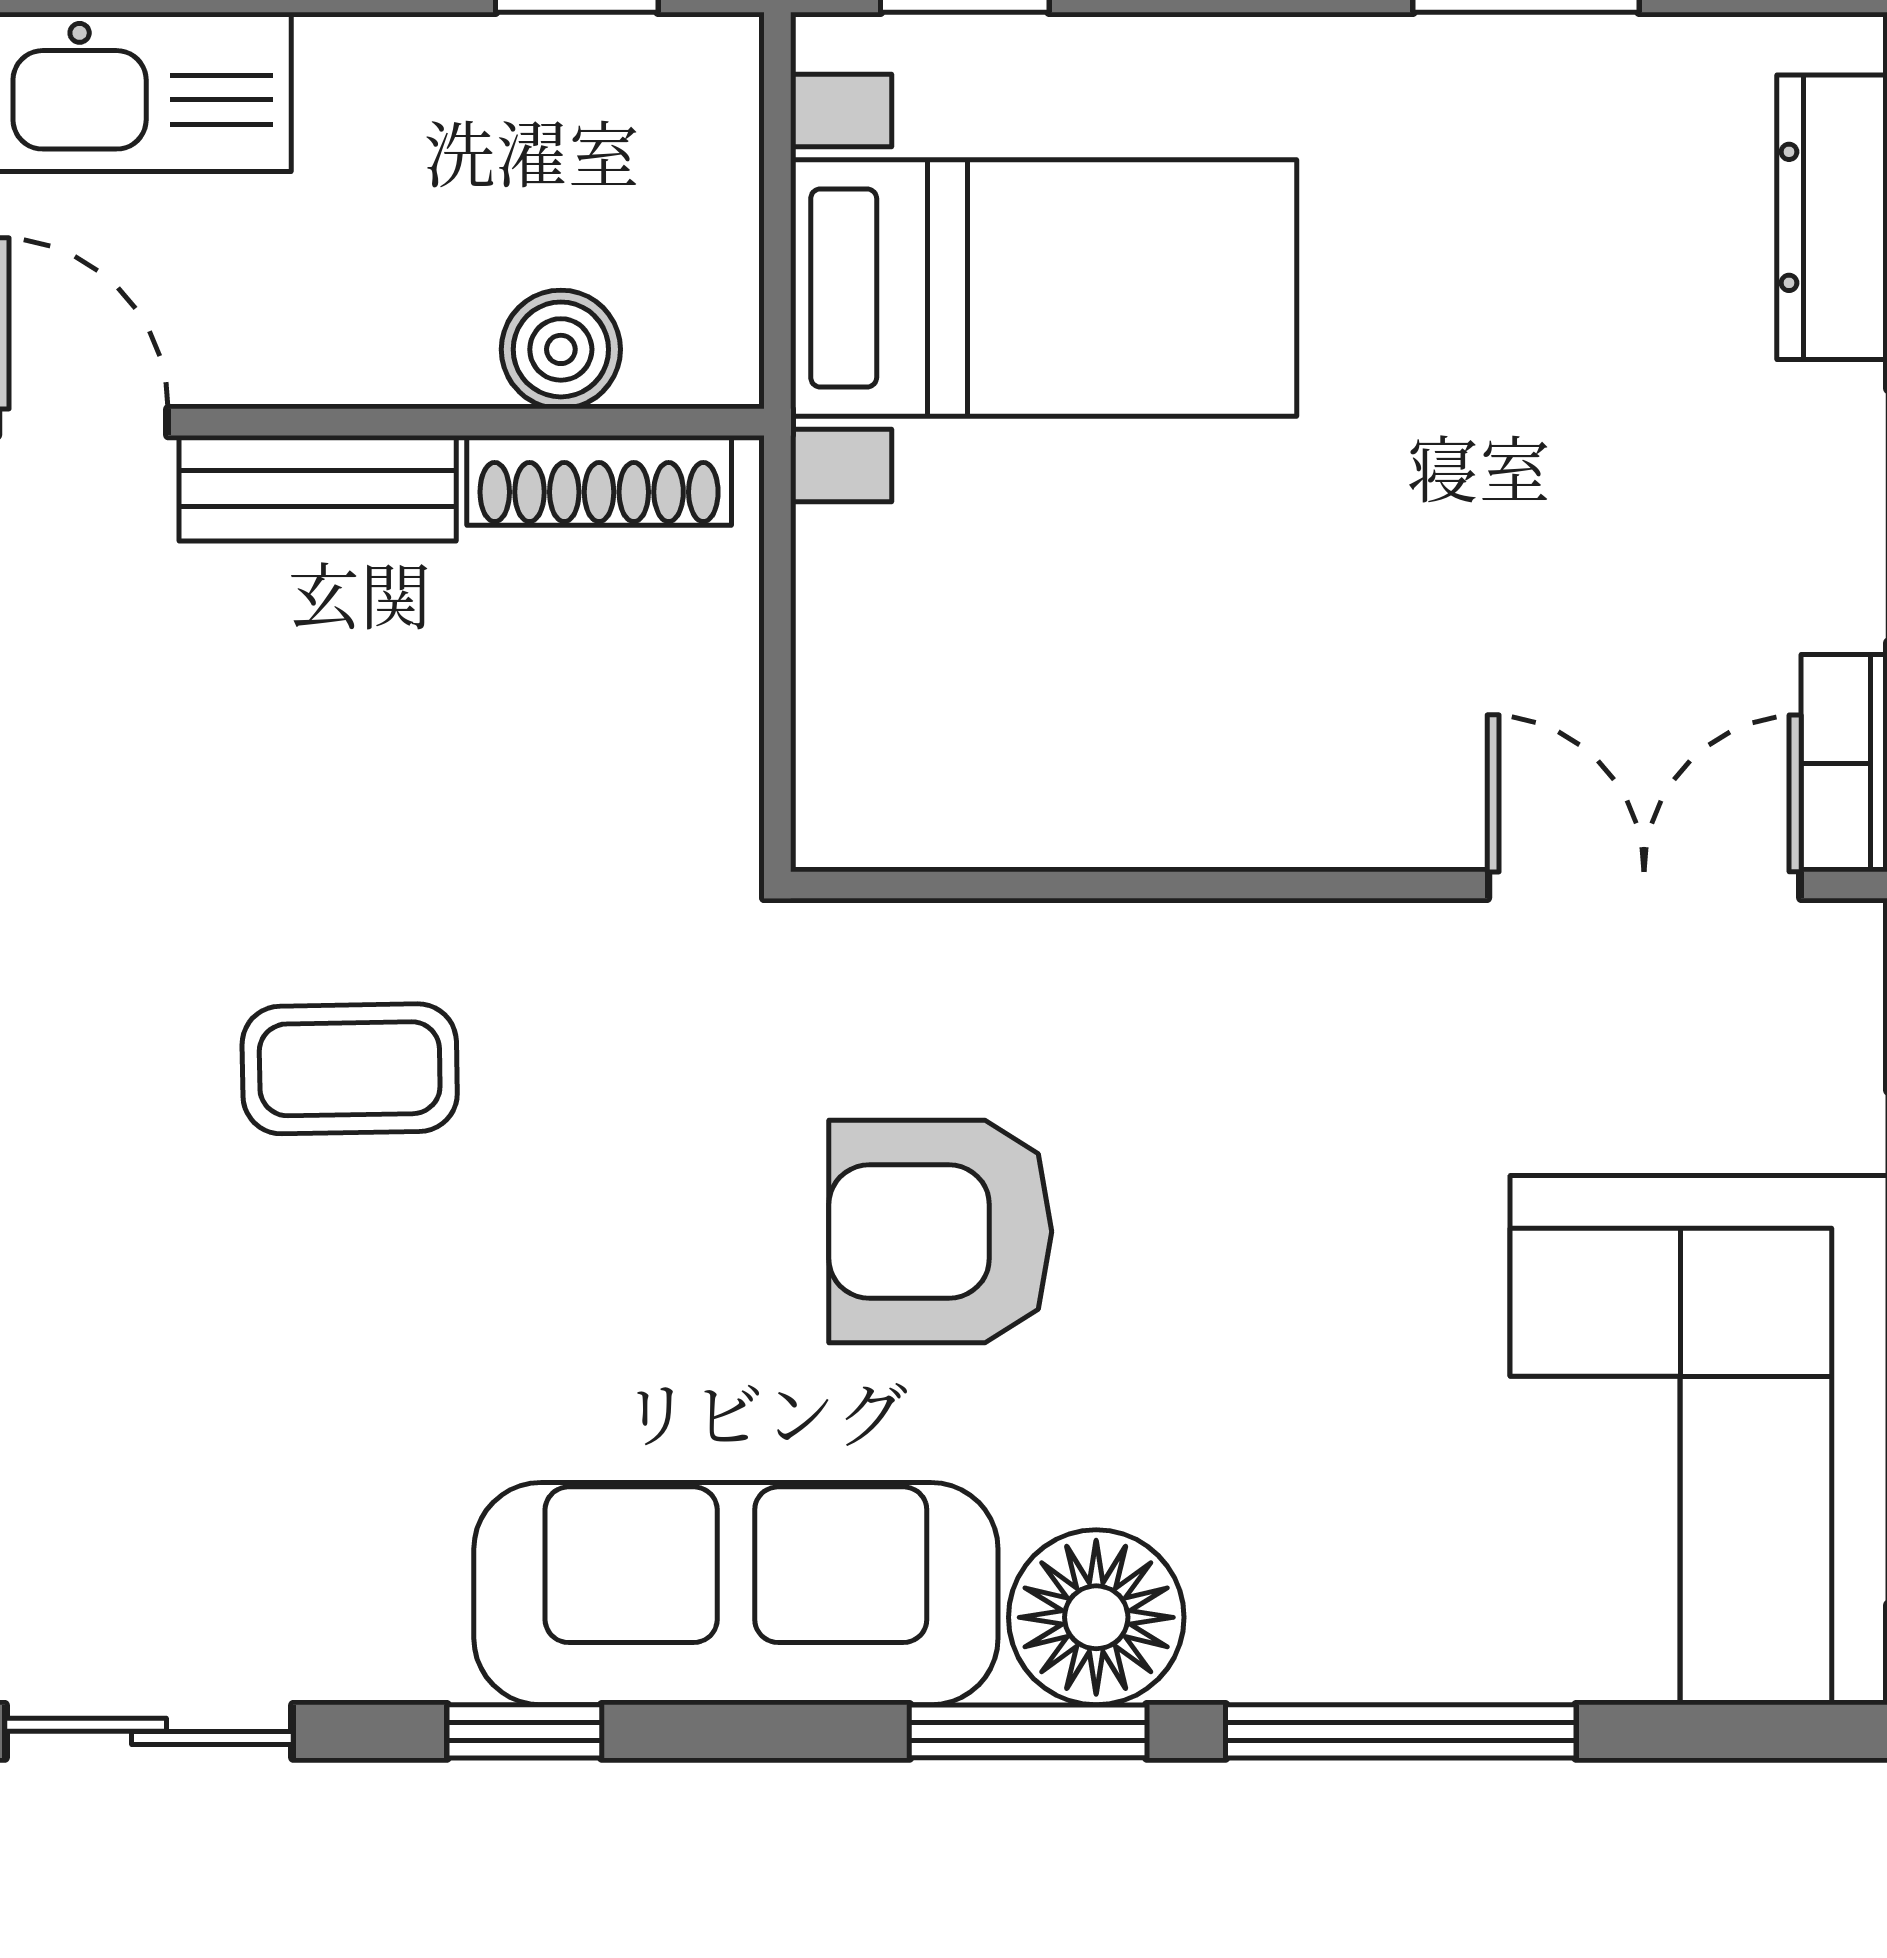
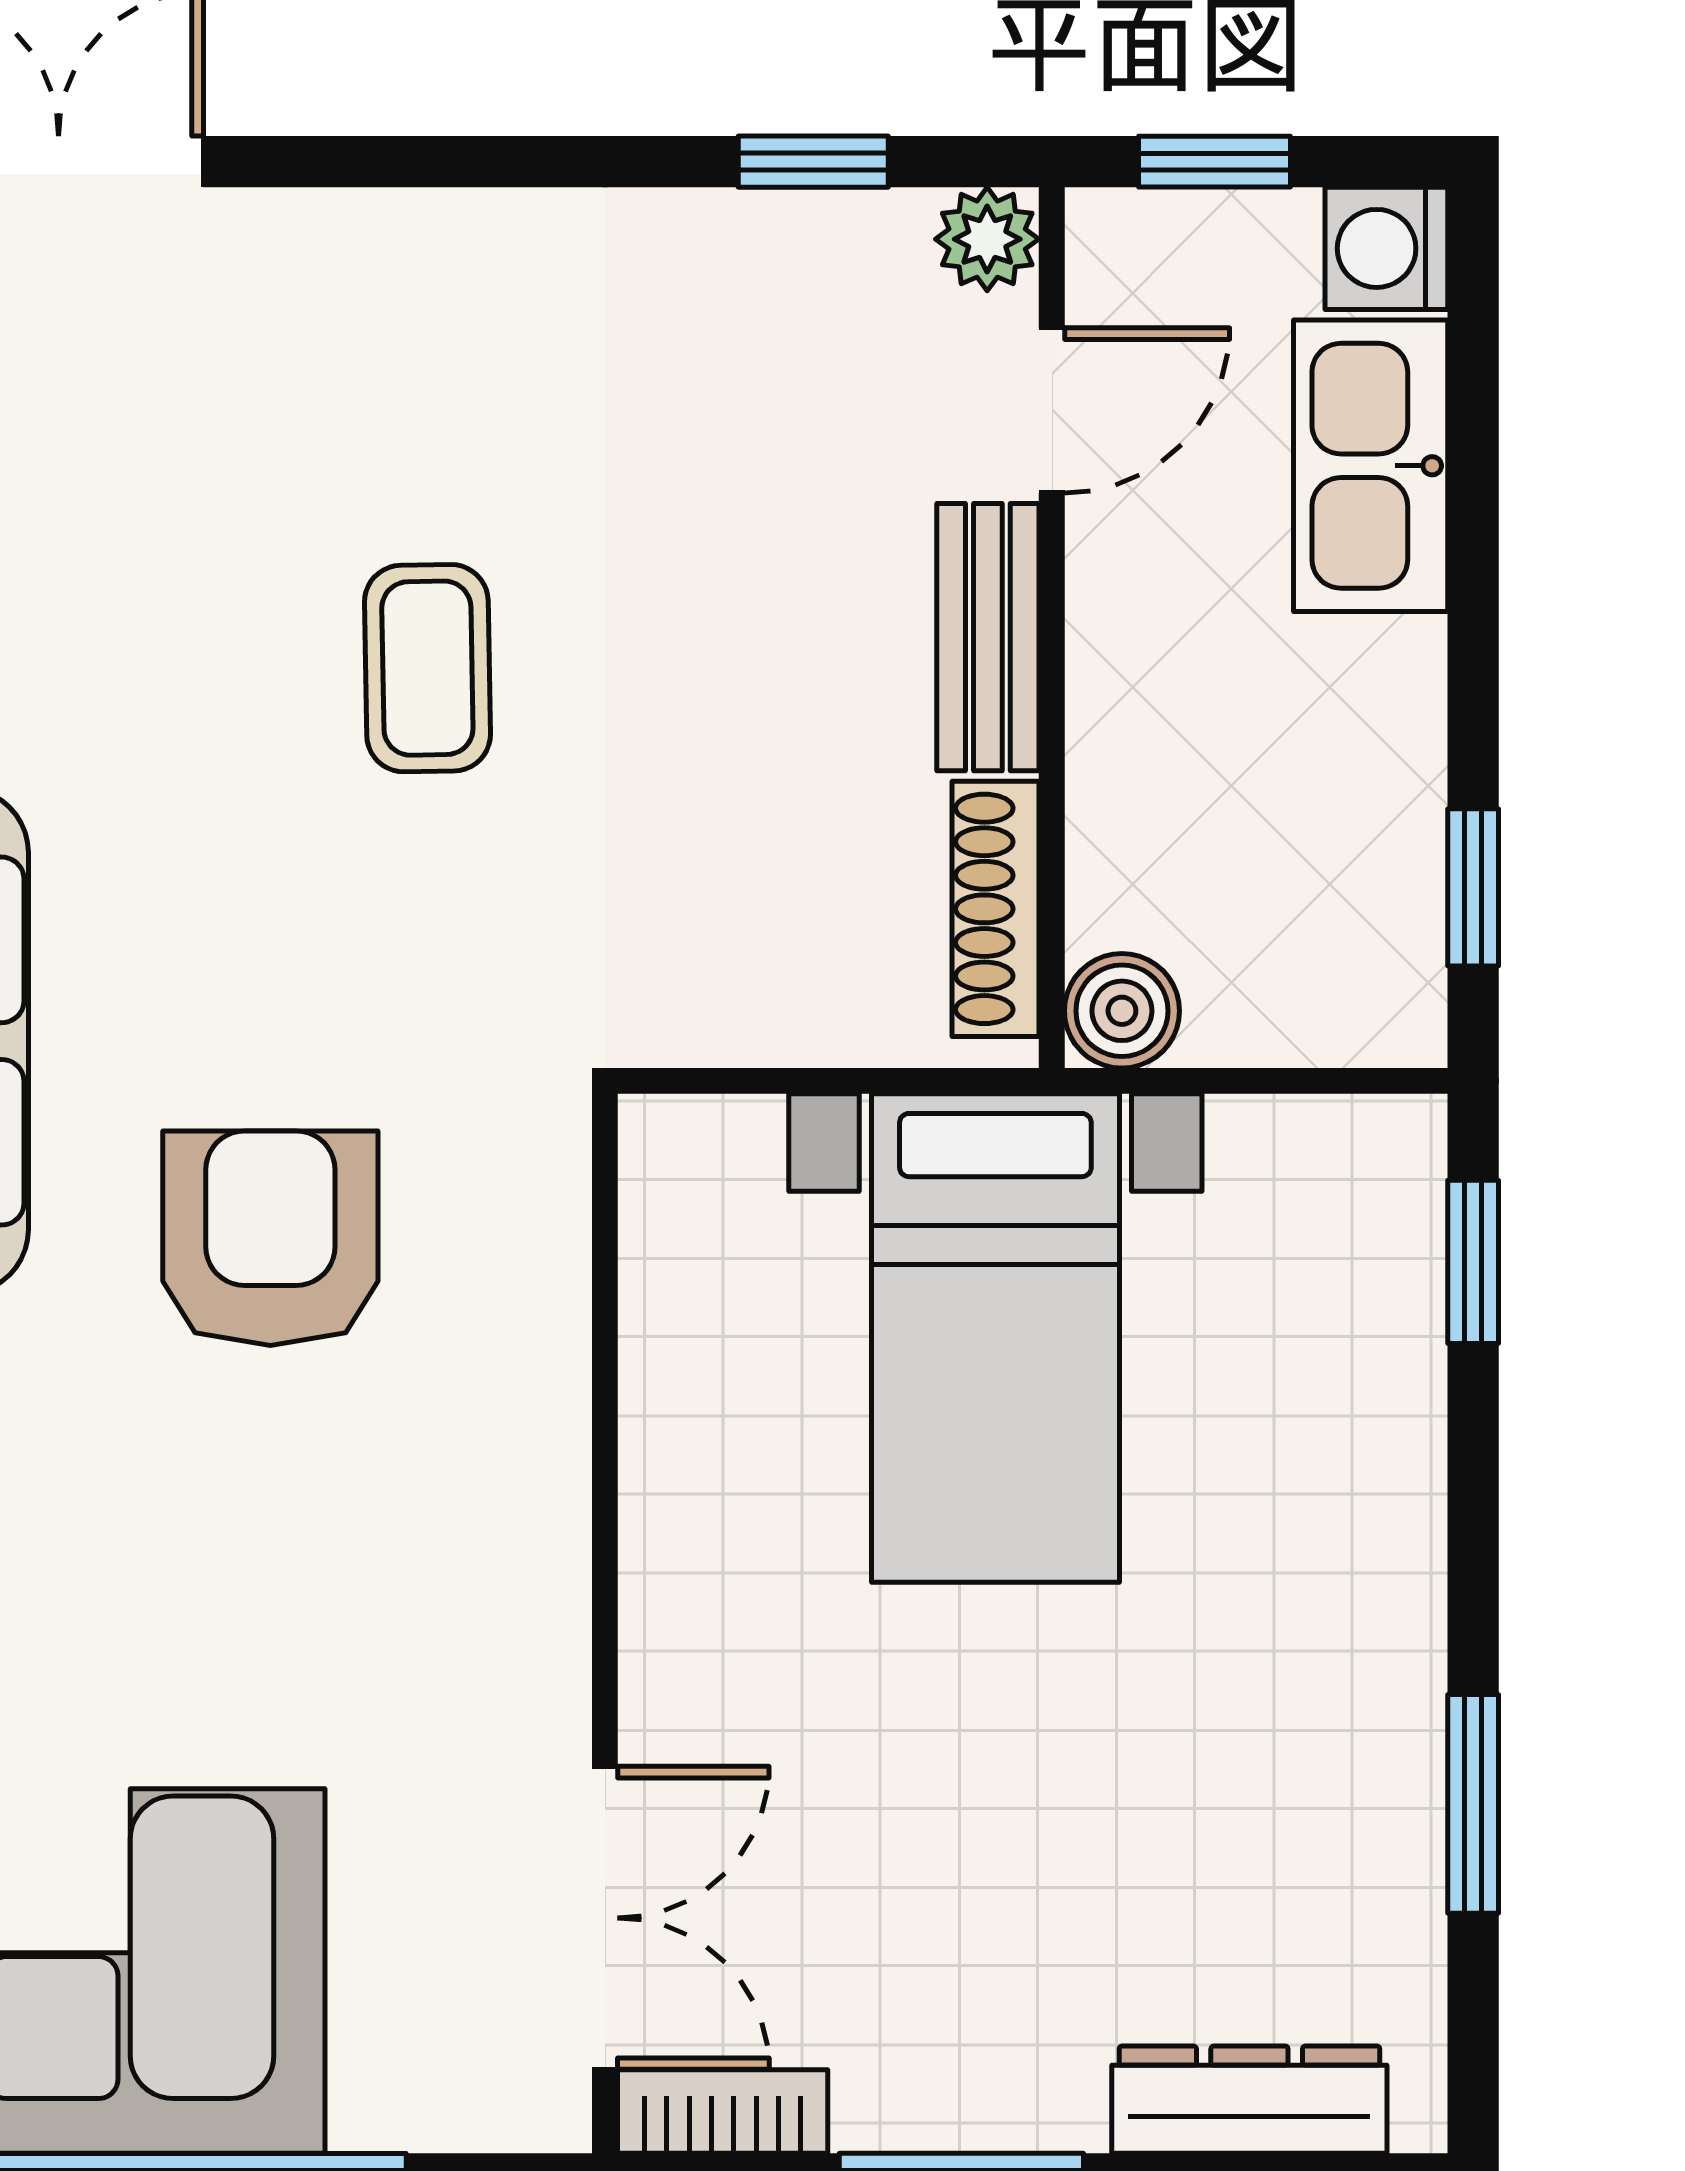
bed with nightstands: (1044, 288) -> (995, 1338), moved
boiler: (561, 349) -> (1122, 1011), moved

